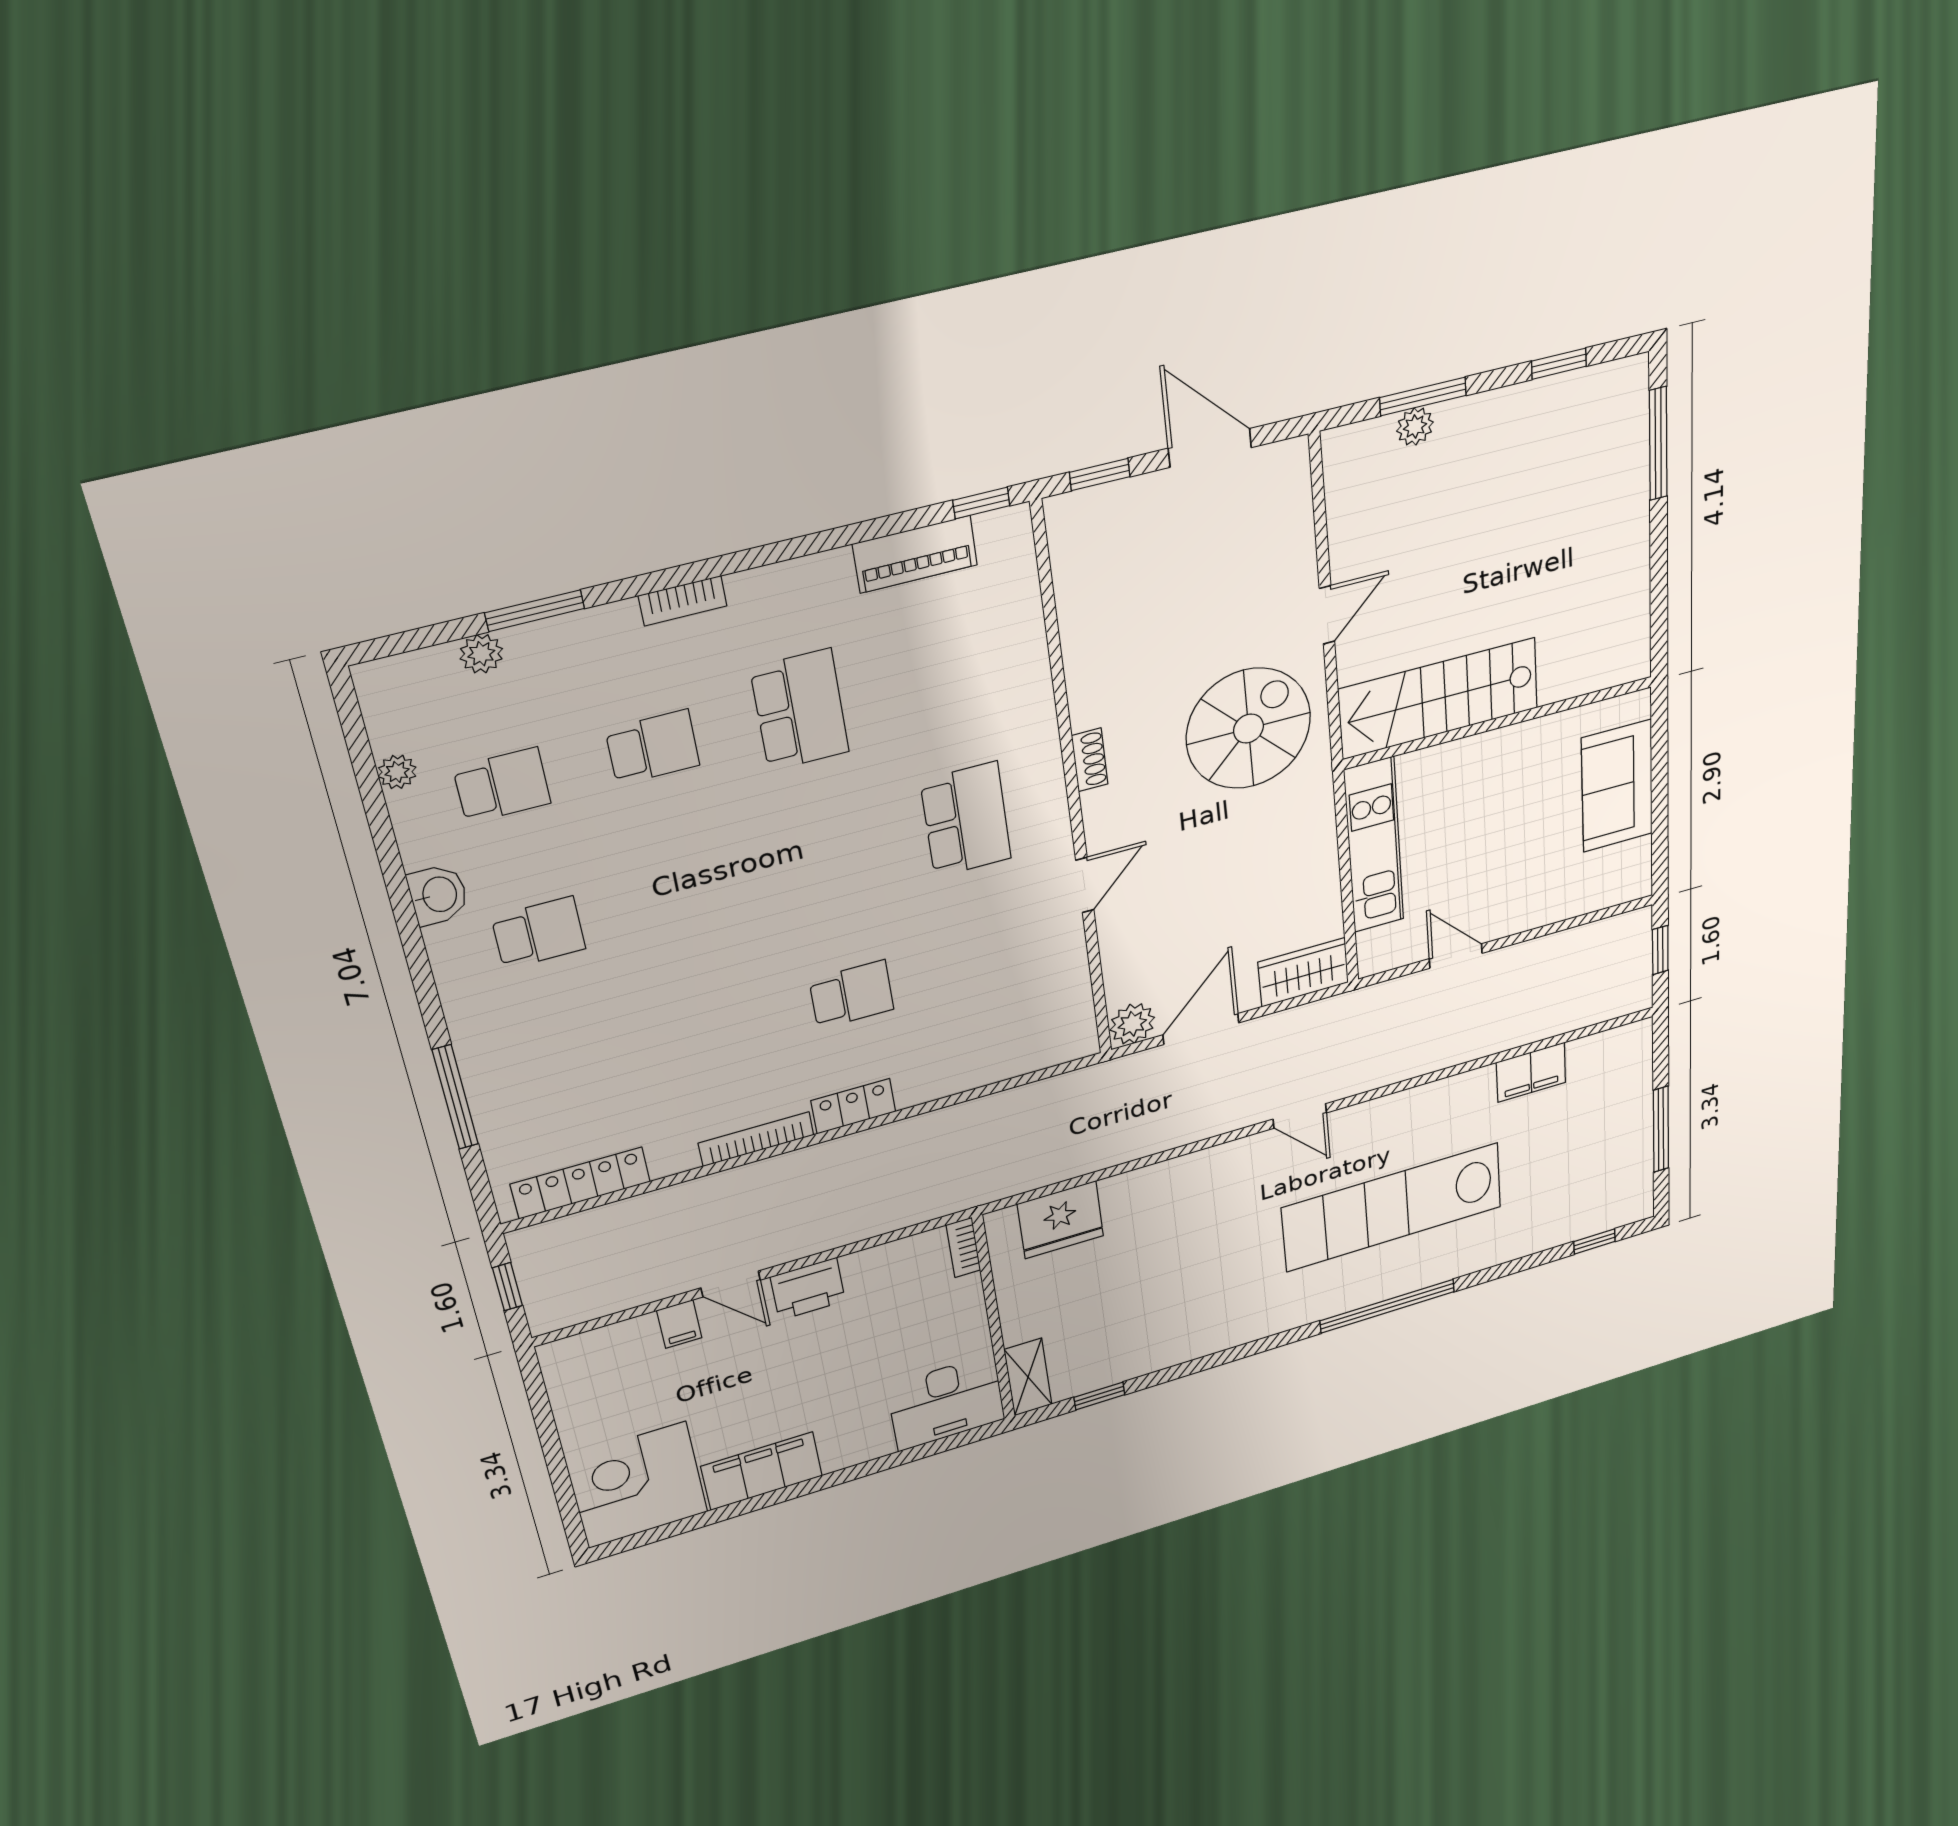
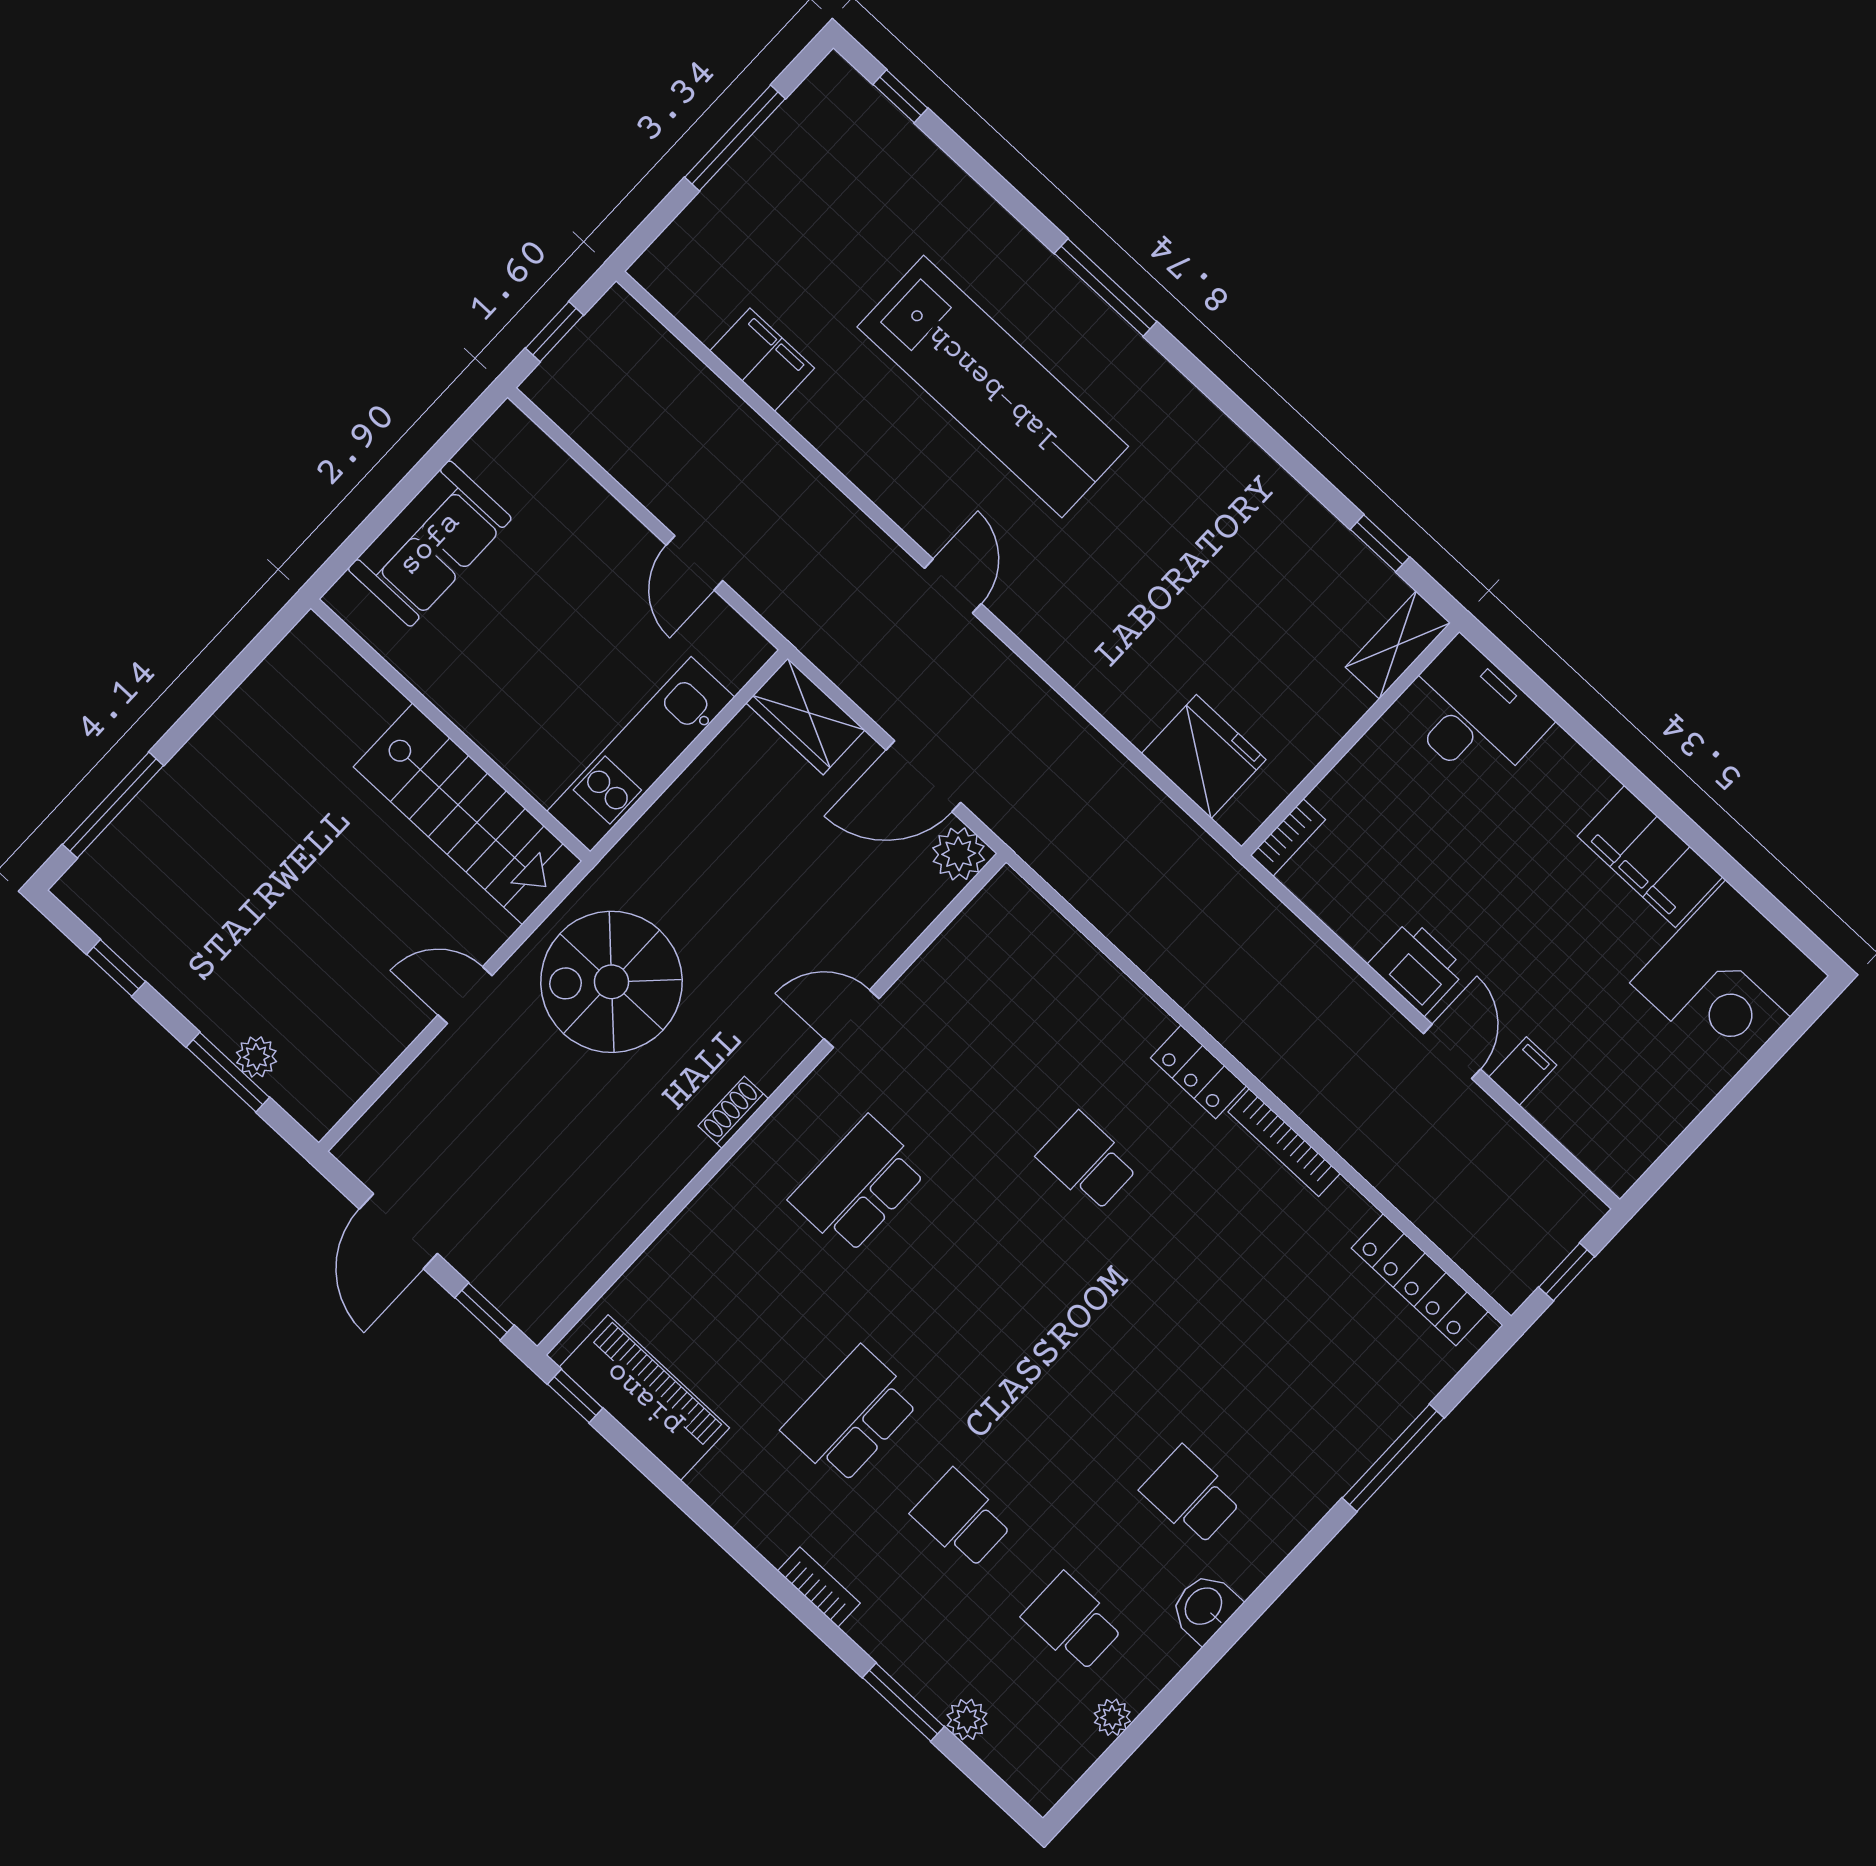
piano: (915, 554) -> (644, 1398), width x1.37, depth x1.33
window: (1387, 1306) -> (1106, 288), width x0.68

